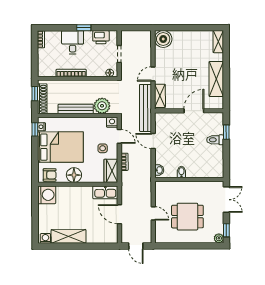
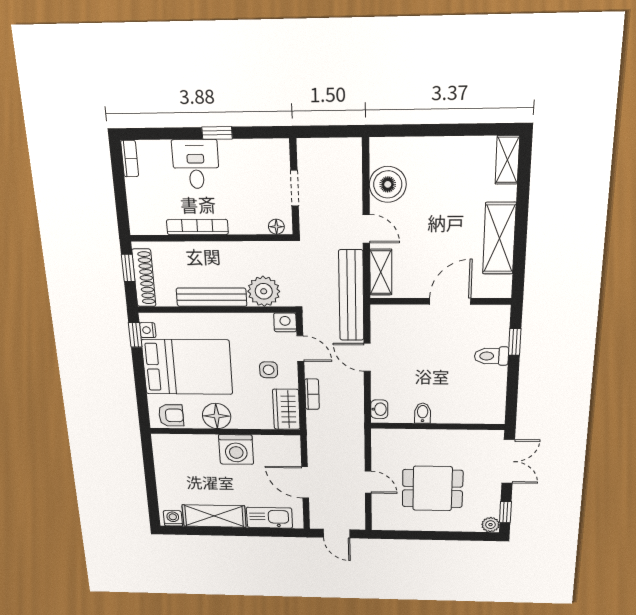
printer: (101, 37) -> (255, 153), removed
boiler: (163, 39) -> (388, 184), moved
door: (153, 74) -> (366, 229), swing flipped
kitchen sink: (105, 192) -> (269, 518), moved, turned 180
washing machine: (47, 195) -> (236, 449), moved, turned 90

